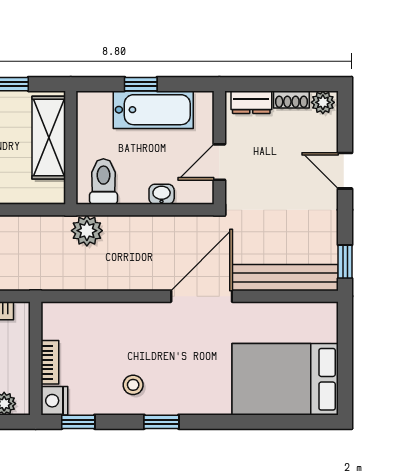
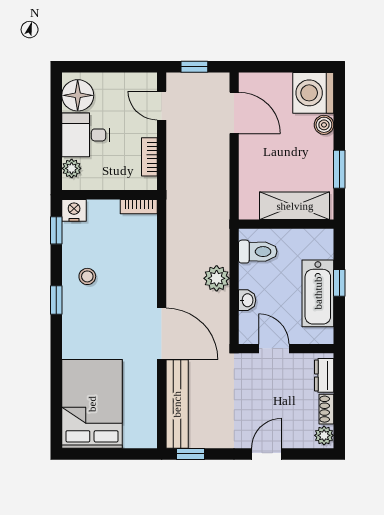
plant: (87, 231) -> (217, 278), moved
bookcase: (50, 362) -> (139, 207), moved

